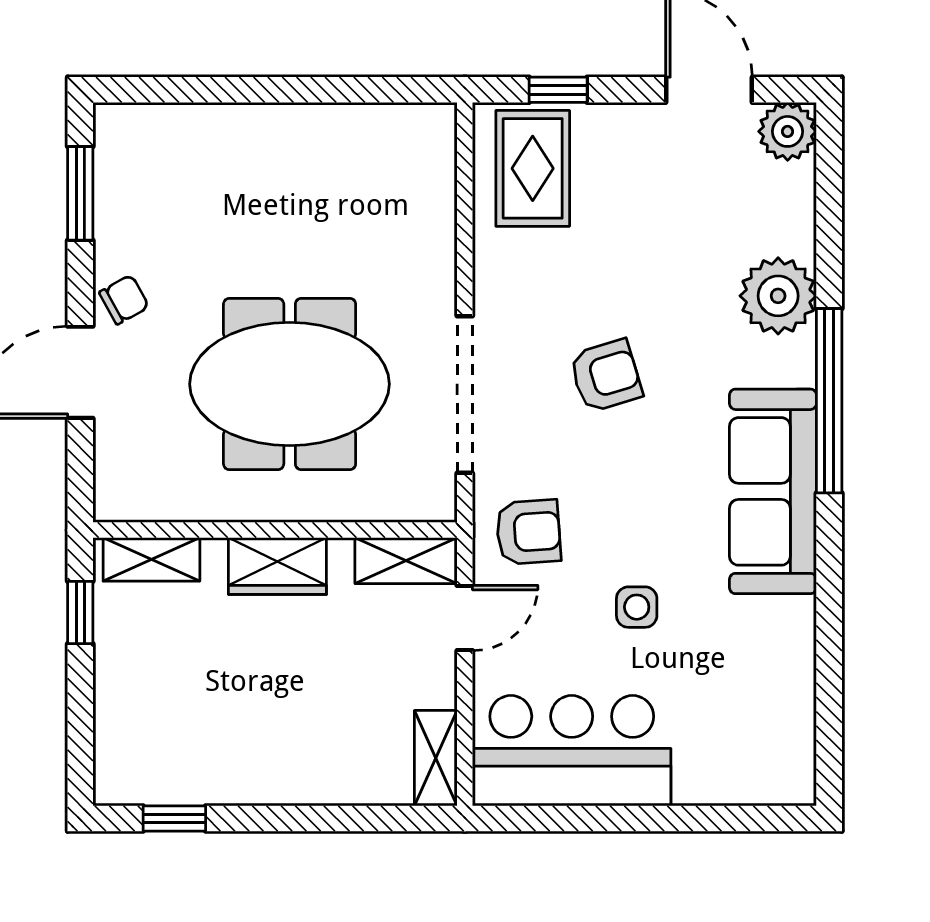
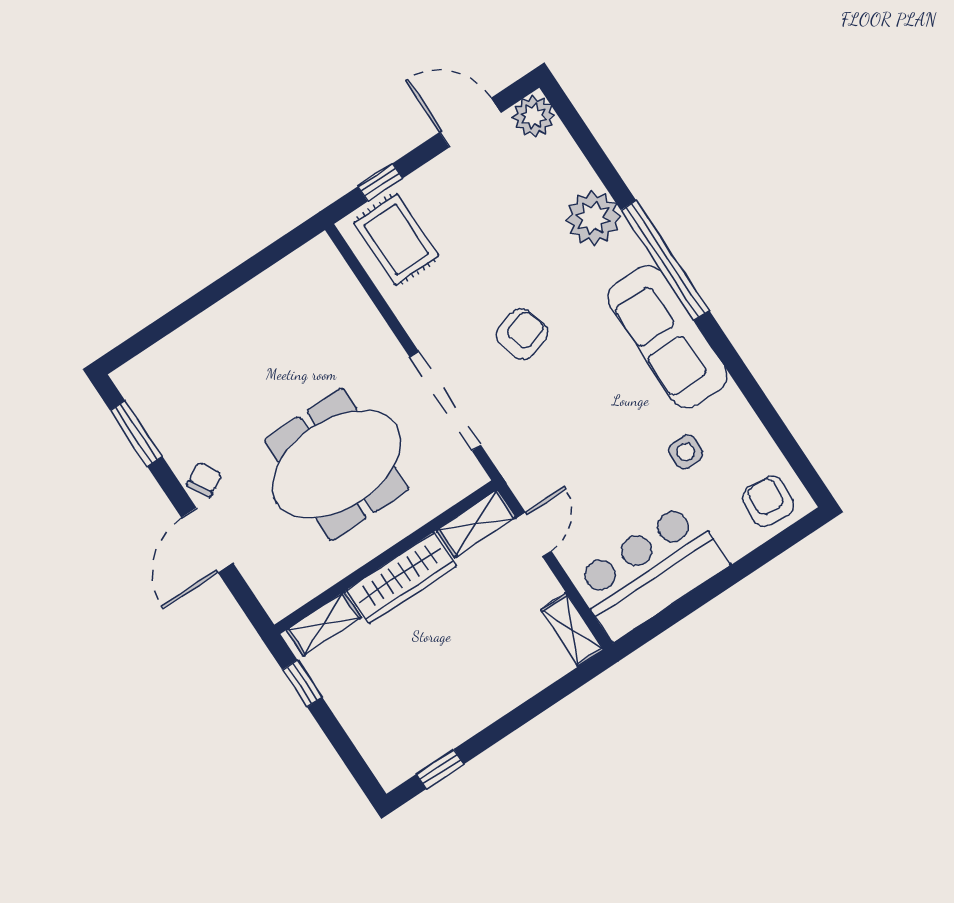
armchair: (528, 532) -> (768, 501), moved, turned -81
wardrobe: (277, 566) -> (401, 578), width x1.50
side table: (637, 607) -> (686, 452), moved

